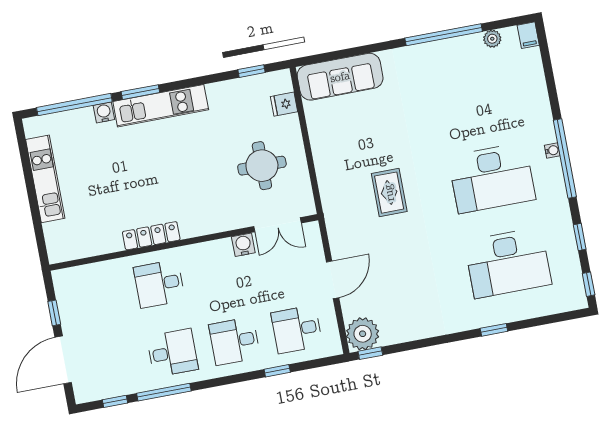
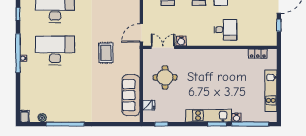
sofa: (340, 77) -> (131, 95), moved, turned -90
locker: (151, 236) -> (258, 54), moved, width x0.66
door: (333, 280) -> (141, 33), moved

